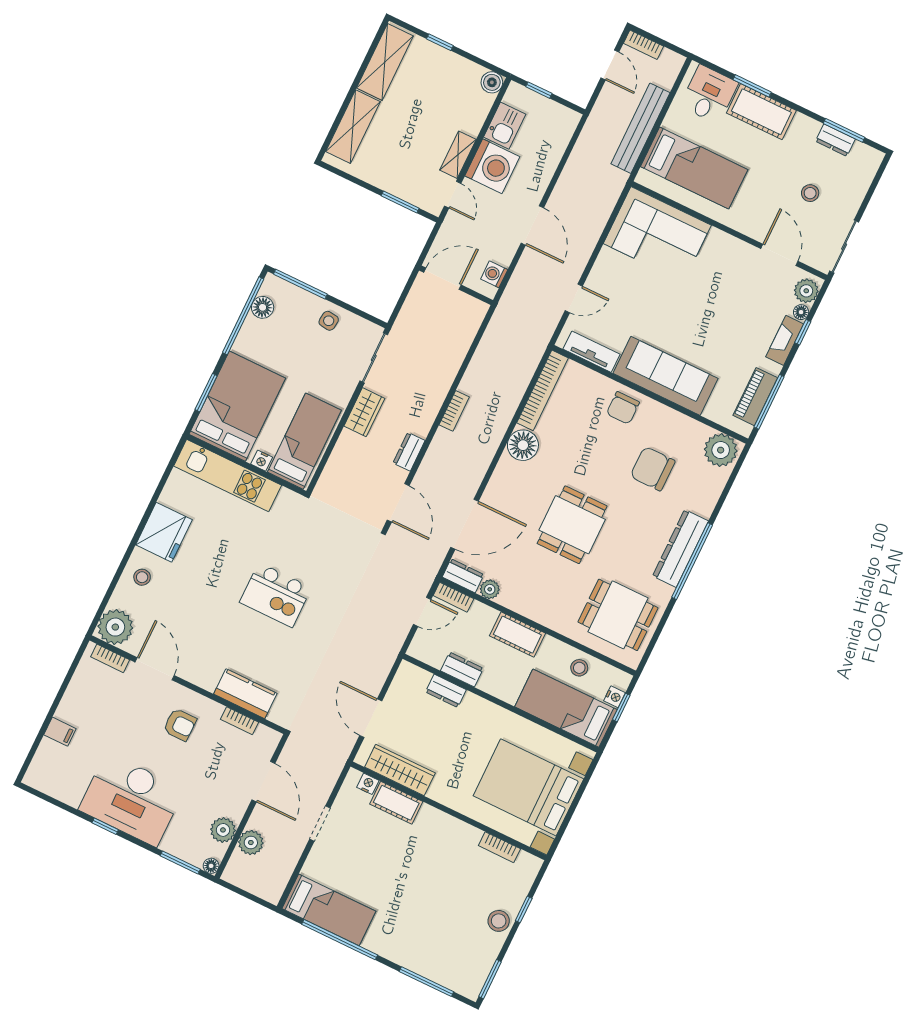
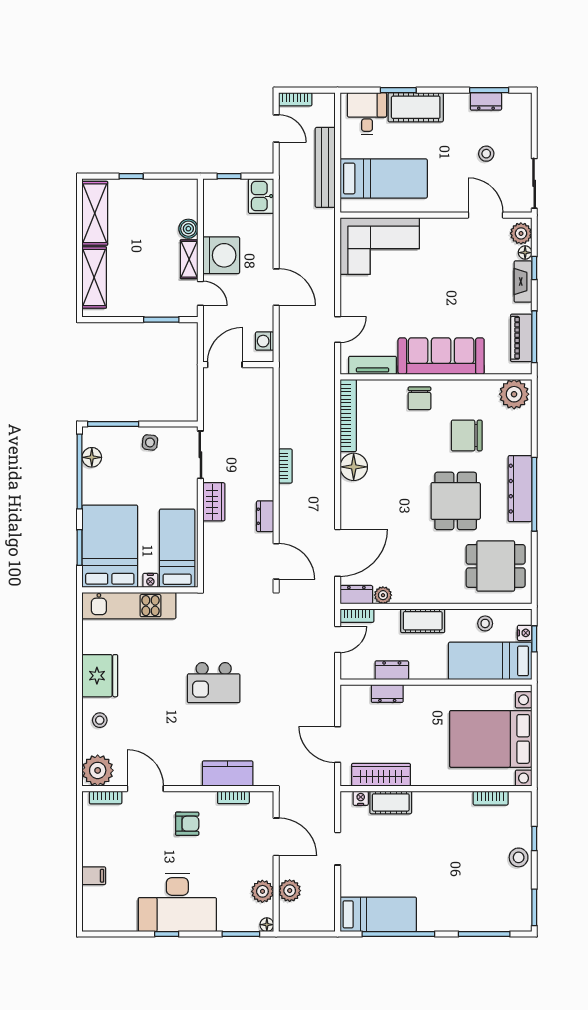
boiler: (492, 82) -> (188, 229), moved
kitchen sink: (505, 126) -> (261, 196), moved, turned 180
dining table: (572, 525) -> (456, 501), moved

